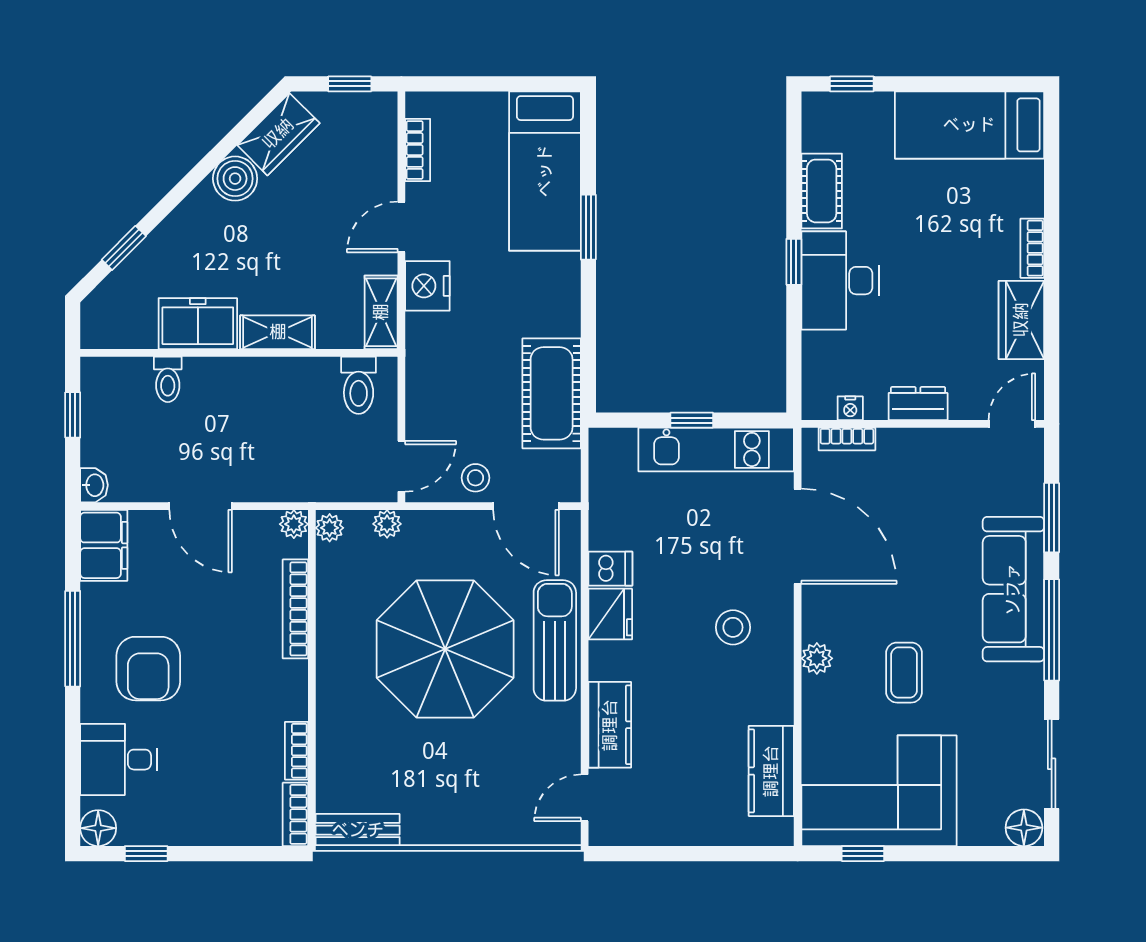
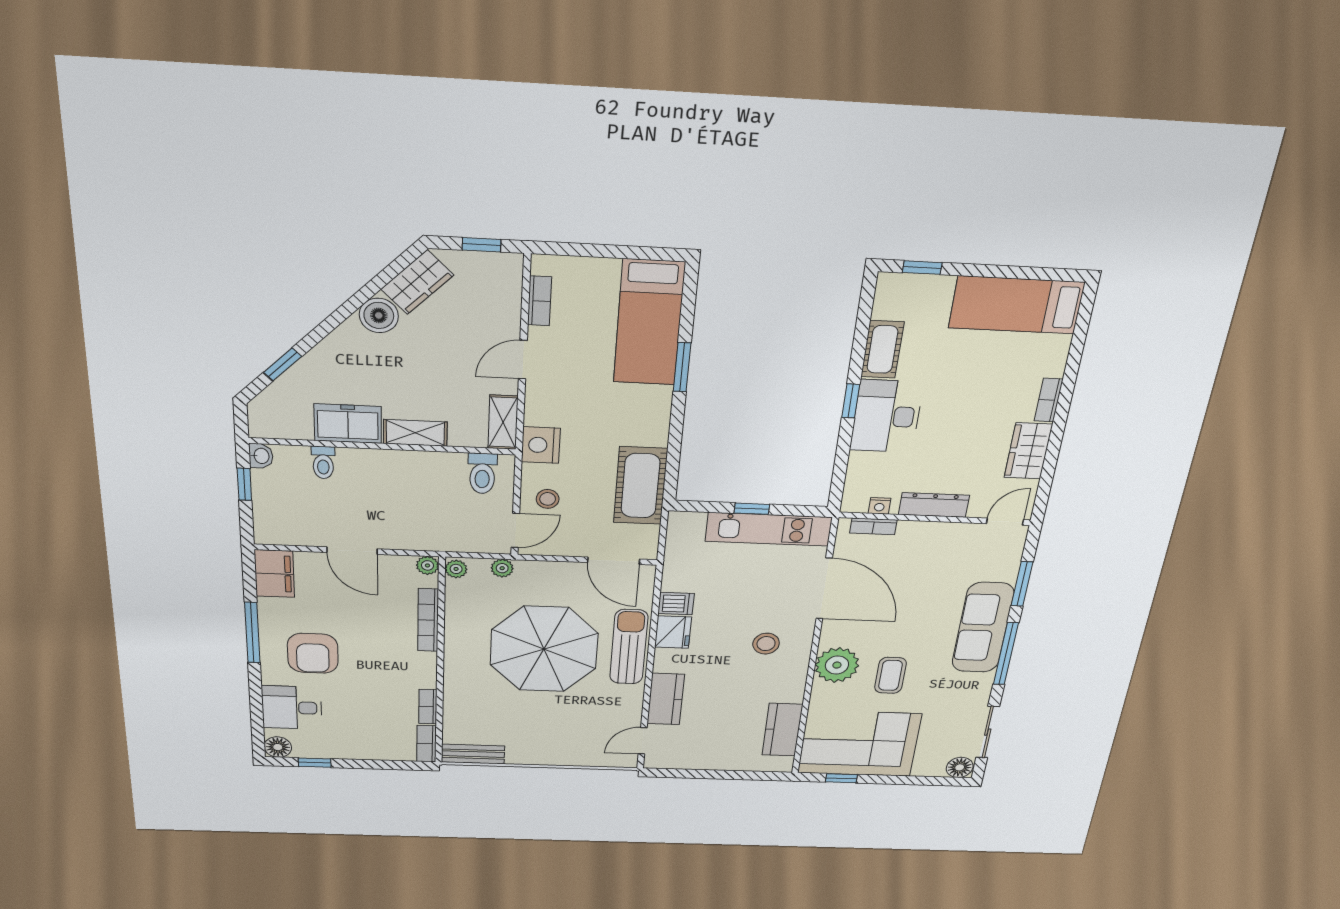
nightstand: (427, 286) -> (541, 445), moved
dresser: (918, 404) -> (934, 505), width x1.44
stool: (475, 478) -> (548, 499), moved
washbasin: (94, 485) -> (261, 456), moved
plant: (817, 658) -> (837, 665), width x1.87, depth x1.87

